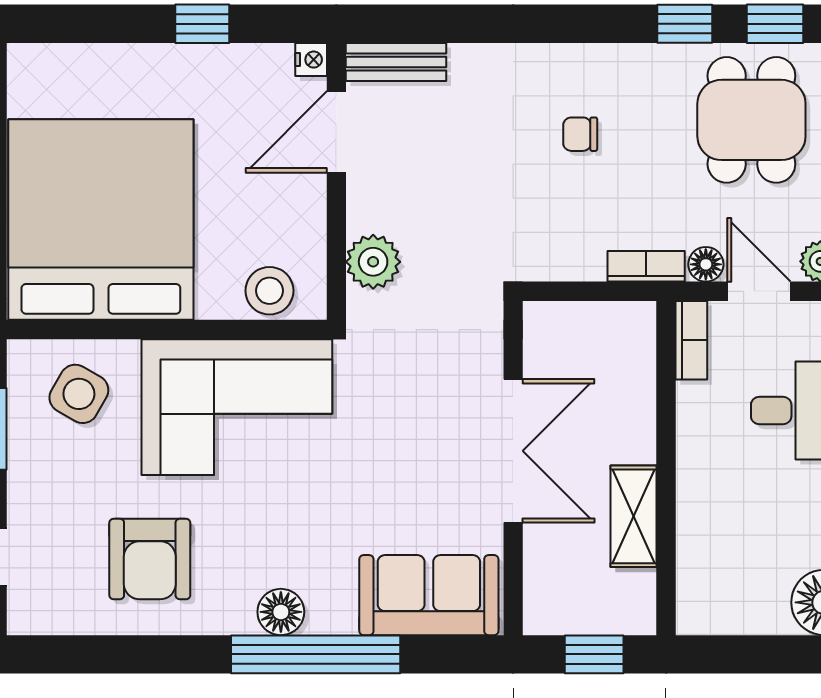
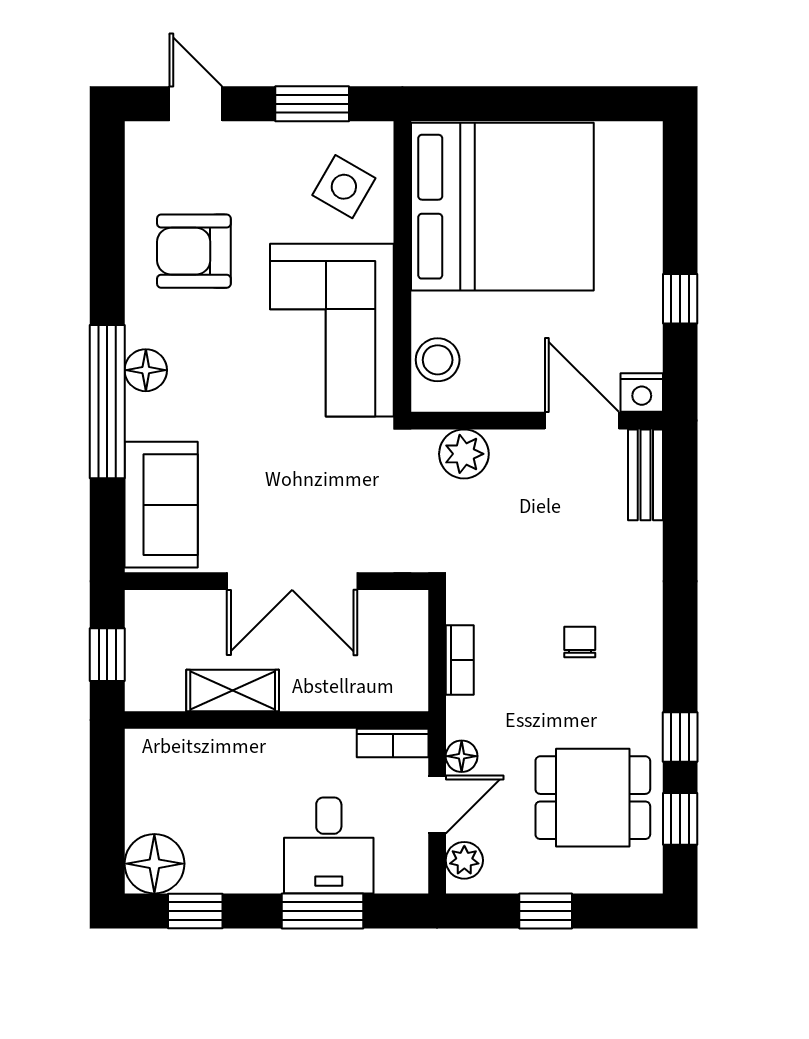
nightstand: (311, 60) -> (642, 393), width x1.39, depth x1.35
bookcase: (646, 266) -> (460, 660), moved

